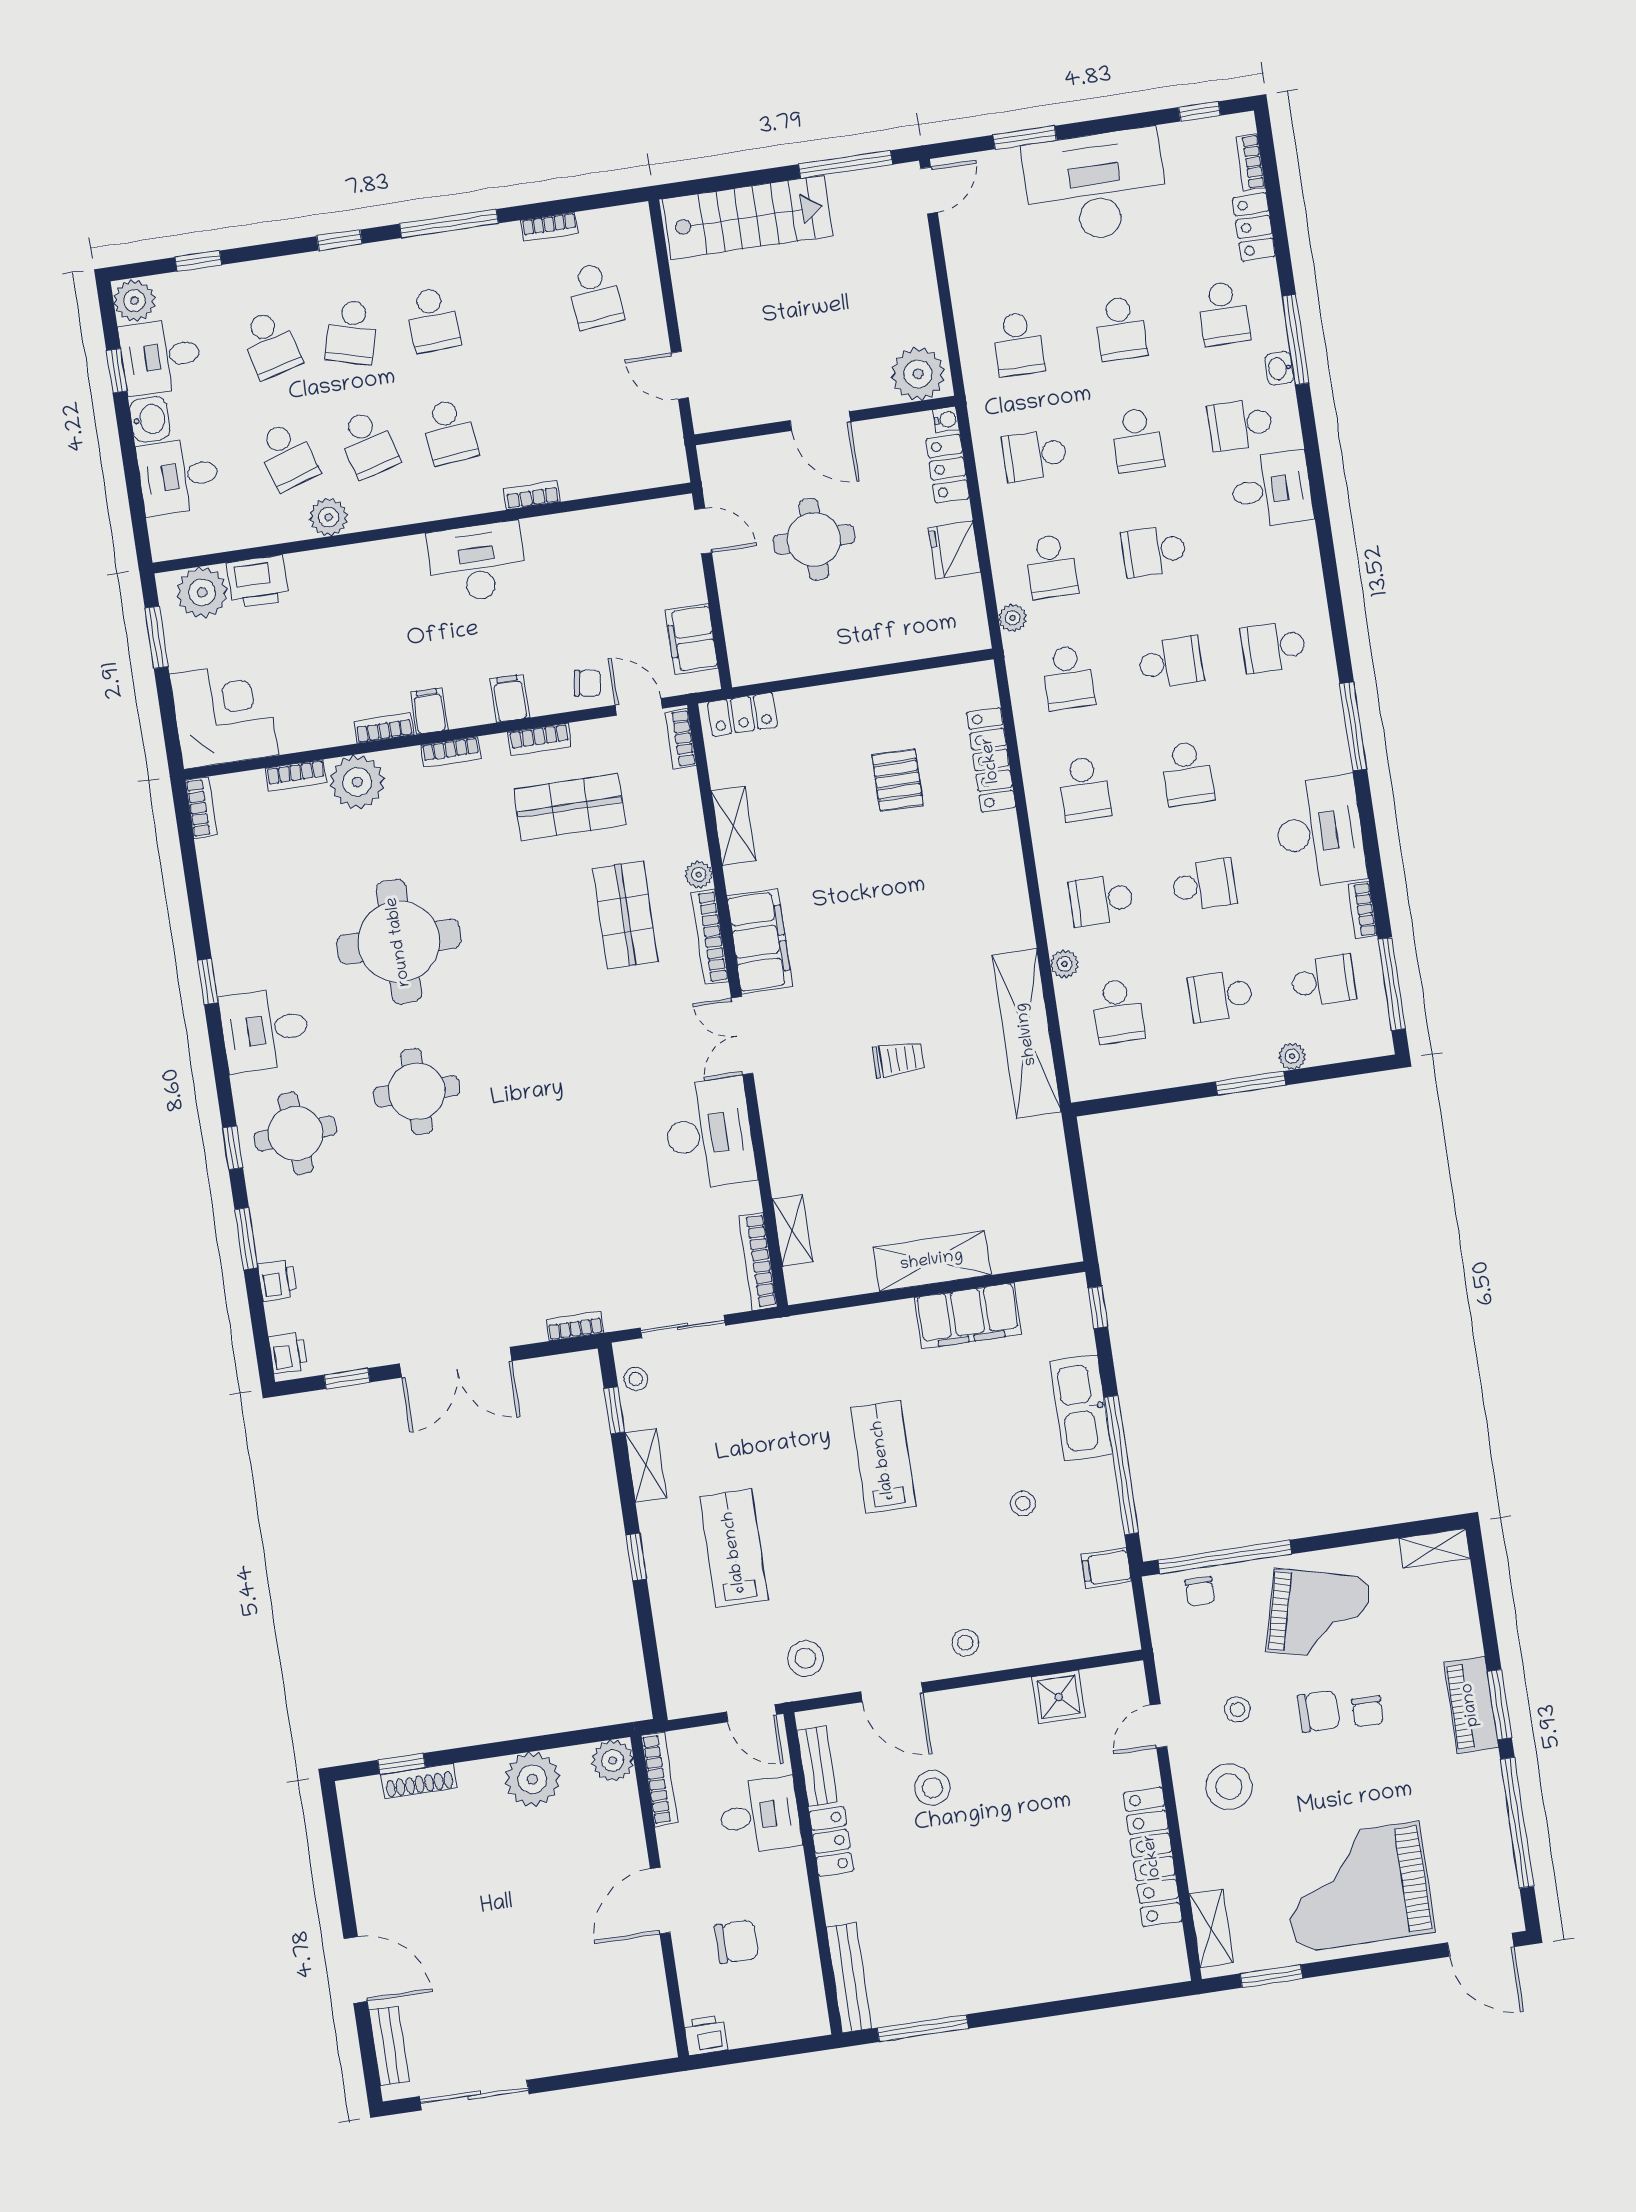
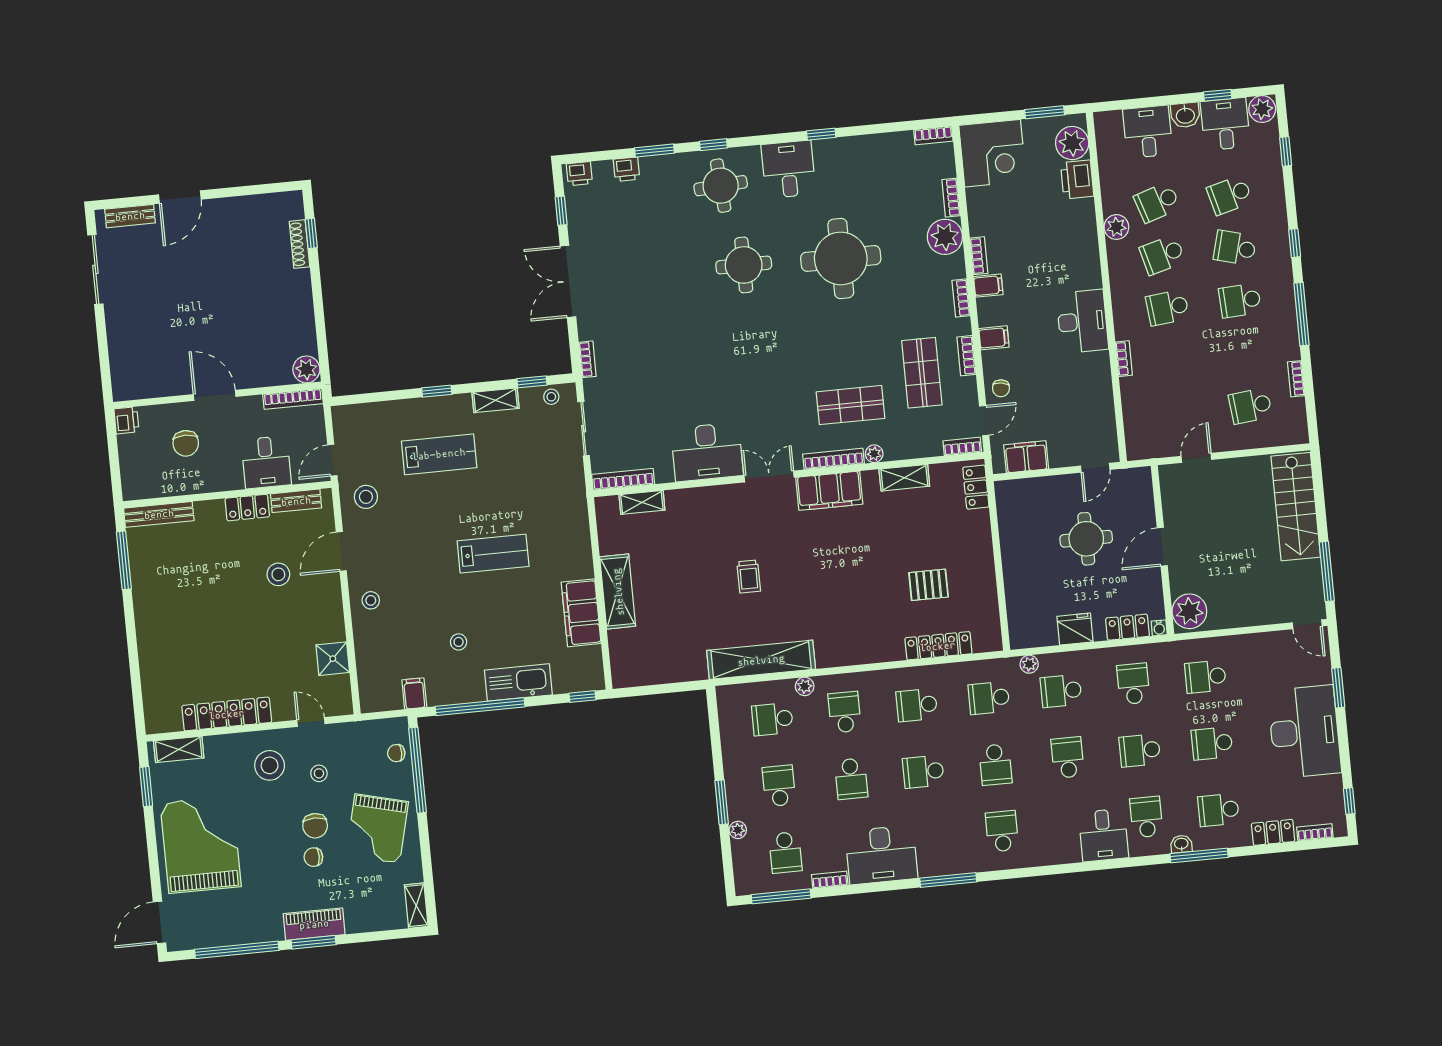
plant: (532, 1779) -> (297, 317), removed

